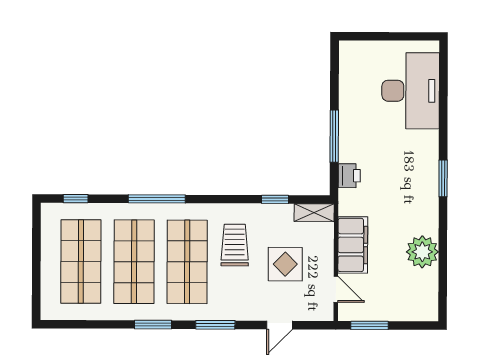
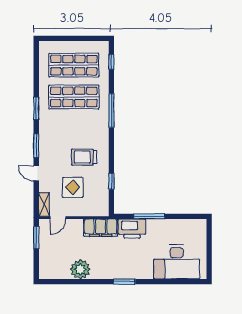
printer: (349, 176) -> (132, 229), width x1.87, depth x1.48
shelving: (314, 213) -> (44, 205), moved
trolley: (235, 245) -> (84, 157), turned 180
filing cabinet: (353, 245) -> (101, 228), moved
shop shelf: (187, 262) -> (74, 129), removed
door: (279, 325) -> (36, 173), moved

